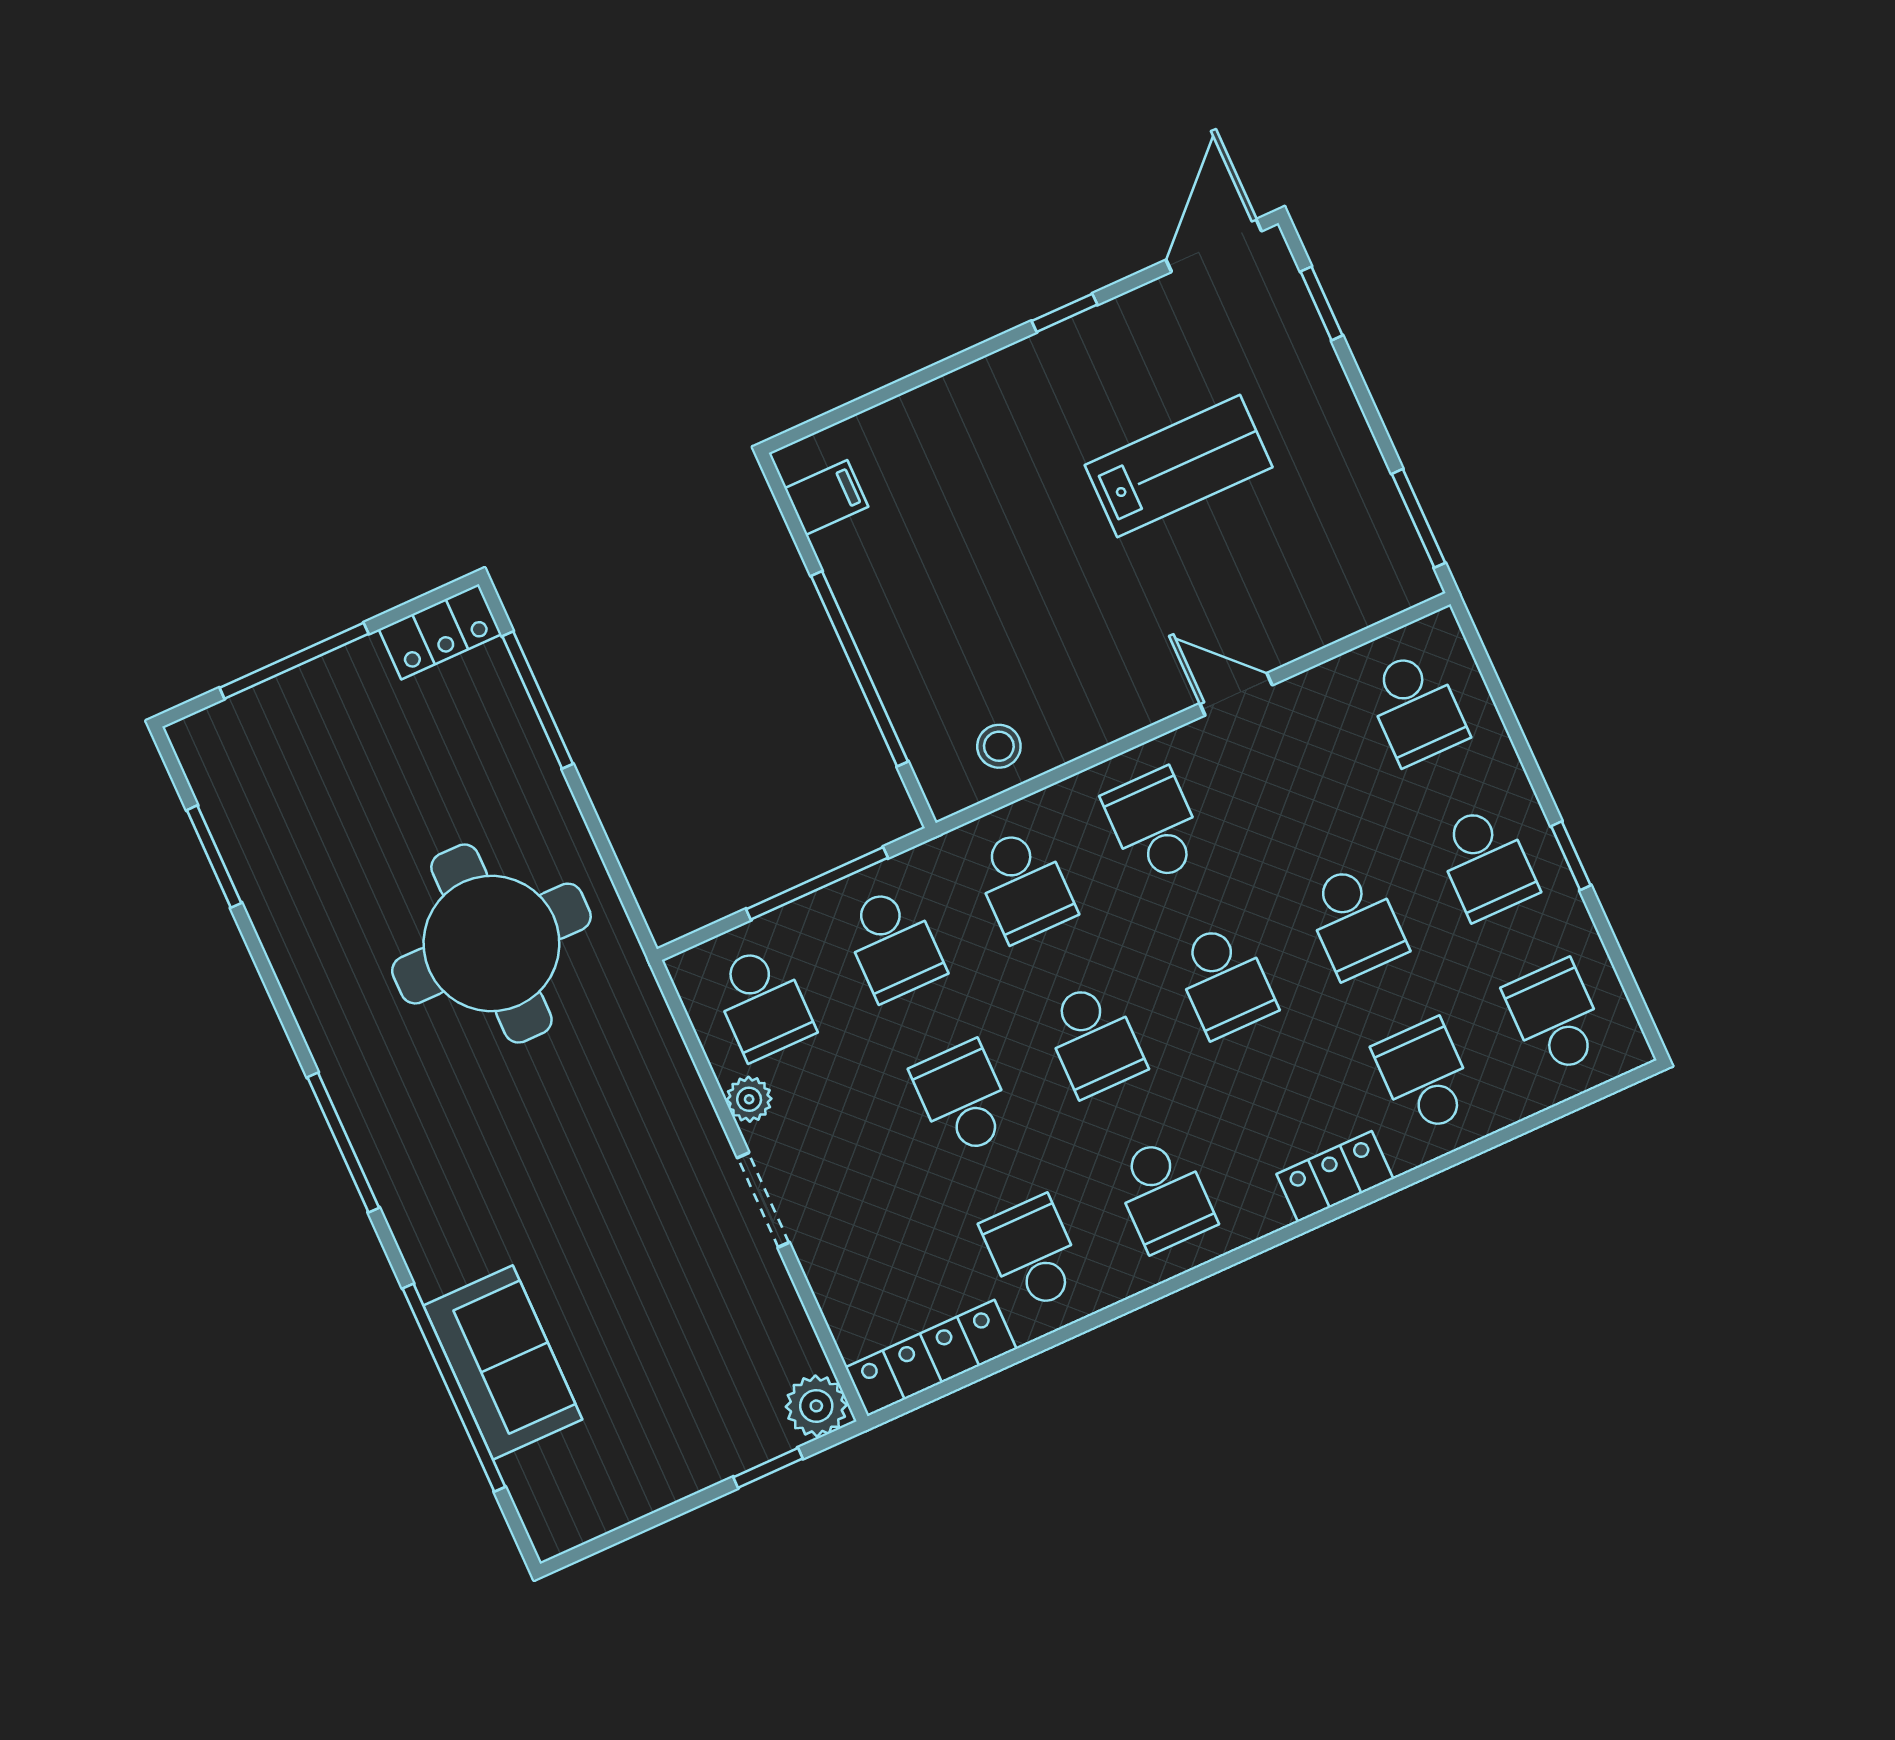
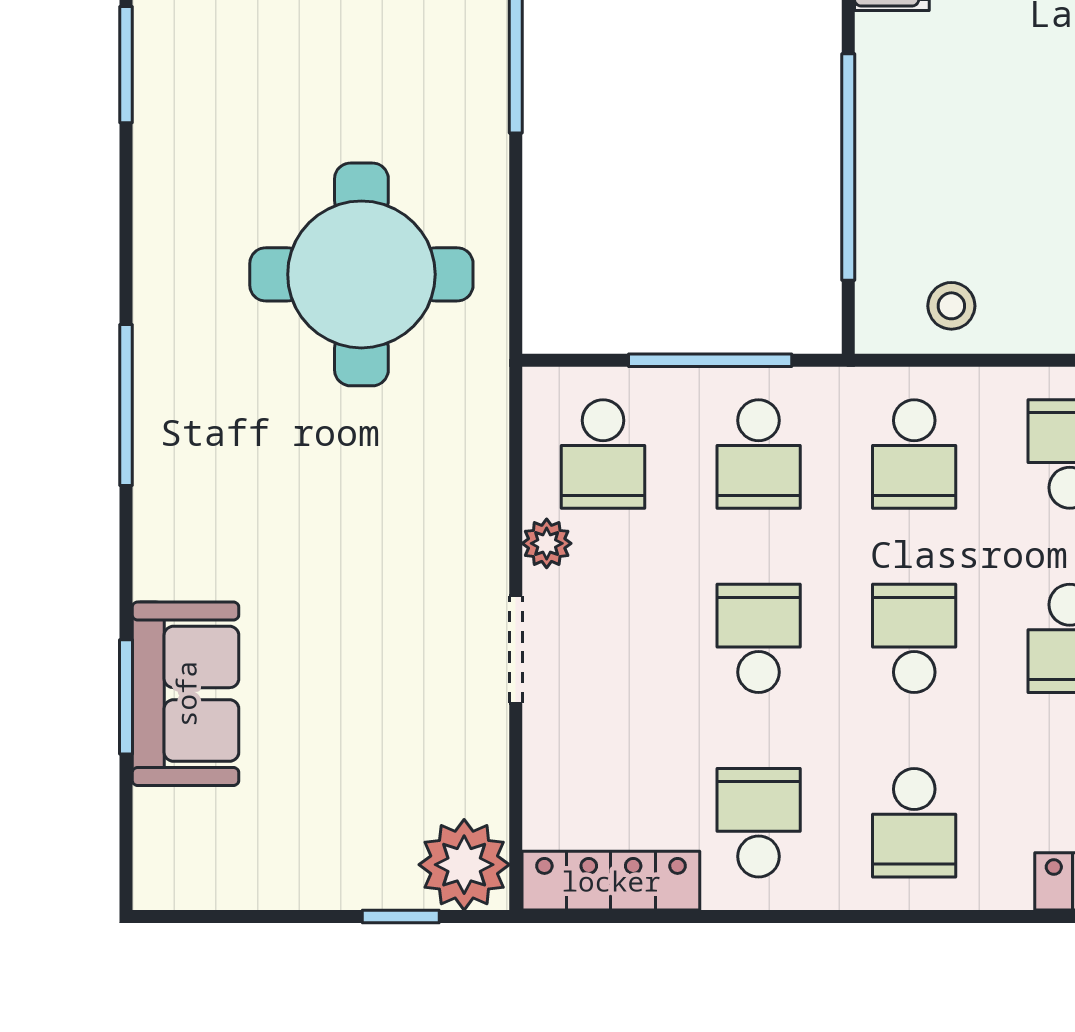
school desk: (1094, 1040) -> (914, 638), turned 180
window: (454, 1388) -> (126, 697), width x0.47
plant: (816, 1406) -> (464, 865), width x1.36, depth x1.36

